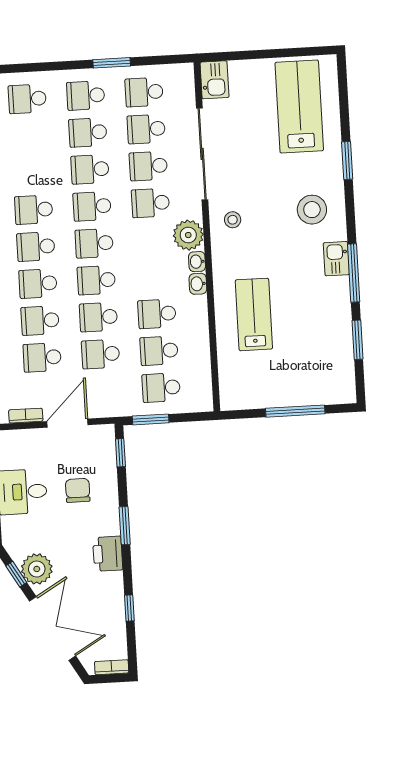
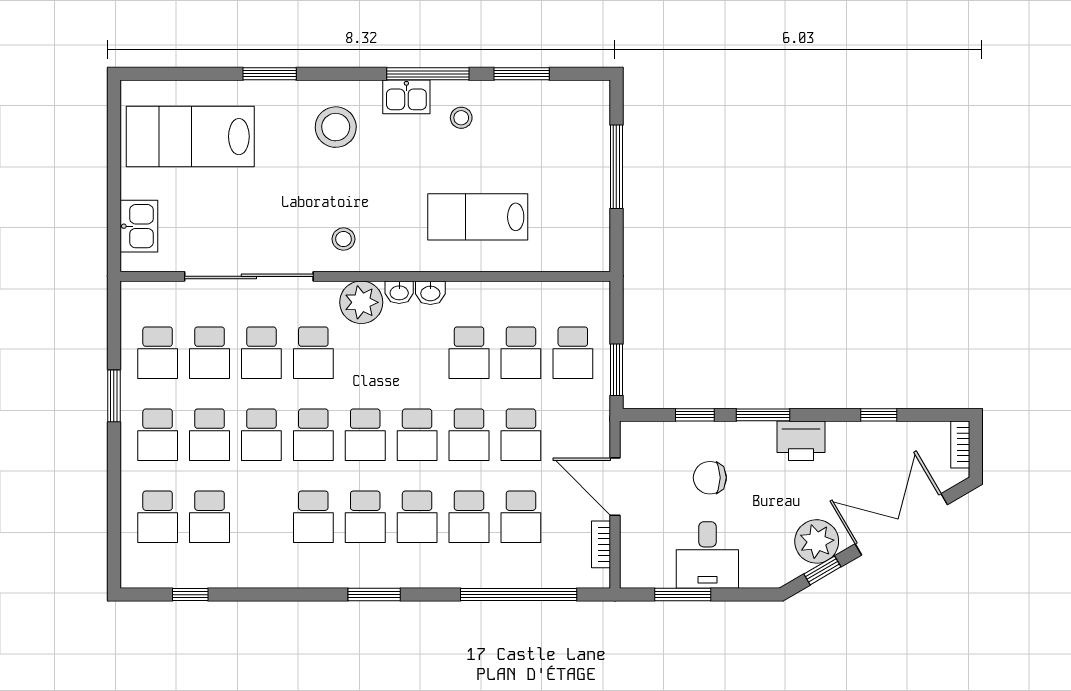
kitchen sink: (215, 80) -> (139, 226), moved, turned 90
school desk: (29, 136) -> (210, 517), added
stool: (324, 299) -> (461, 118), added
window: (120, 453) -> (695, 415), moved

